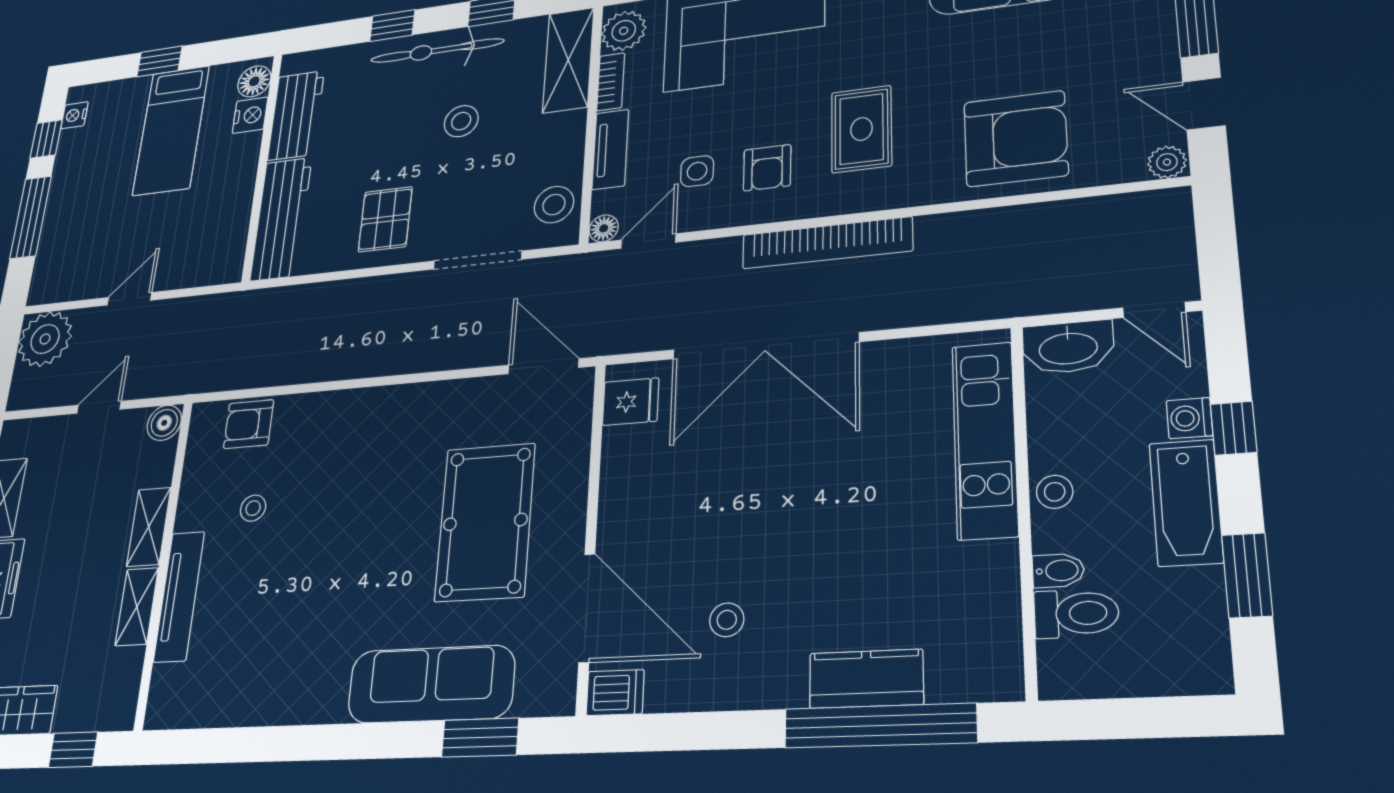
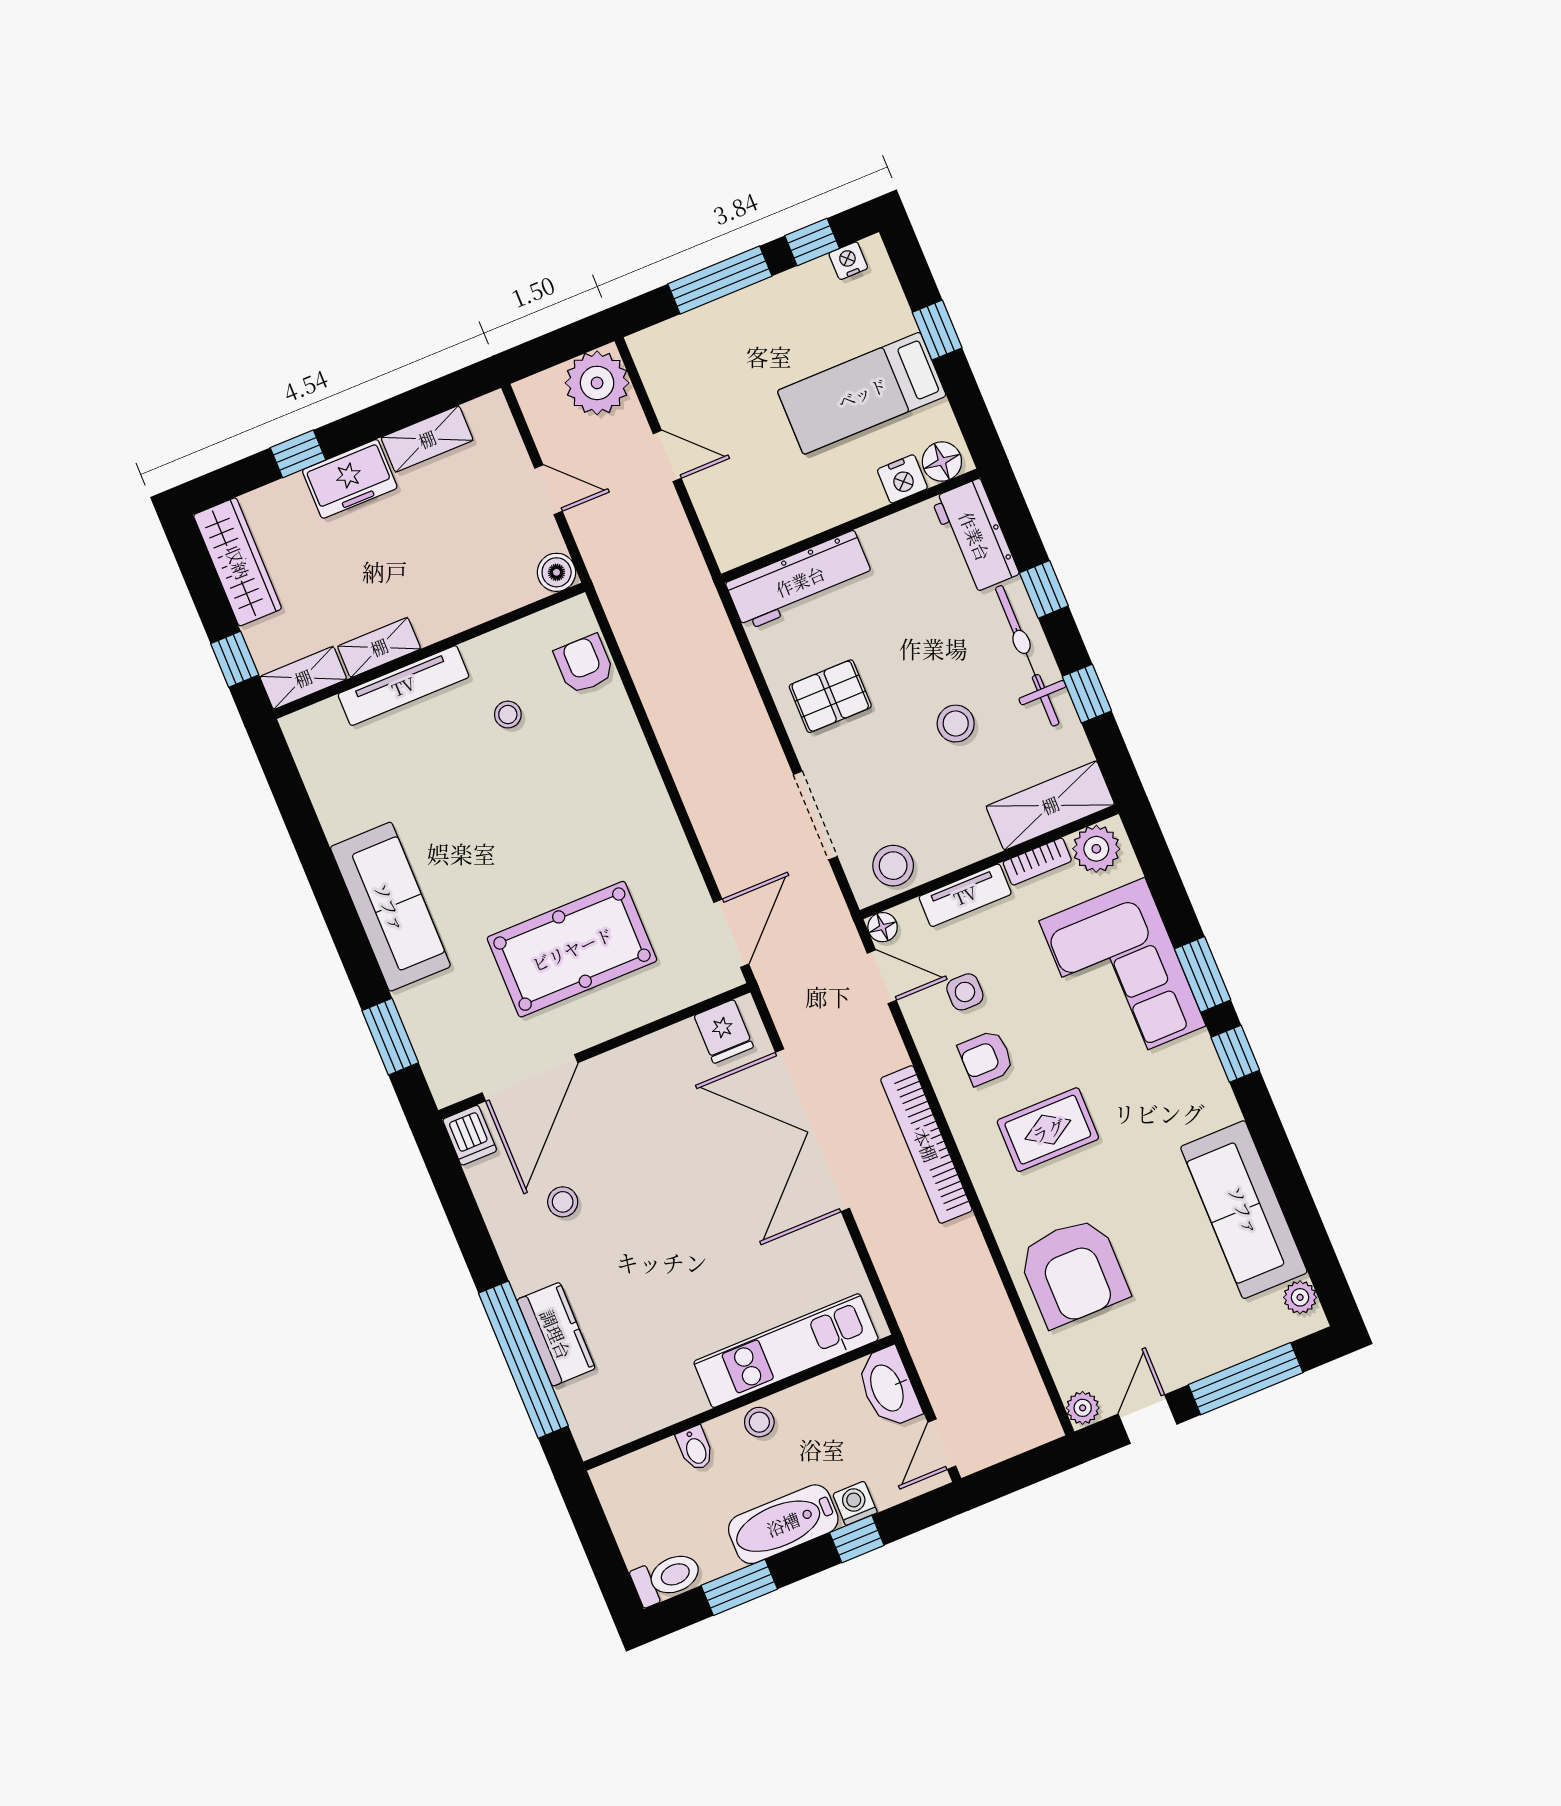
workbench: (296, 115) -> (975, 536), moved, turned 90
shelving: (149, 527) -> (303, 678), moved
toilet: (1076, 613) -> (667, 1578), moved, turned -90
sofa: (431, 684) -> (390, 907), moved

